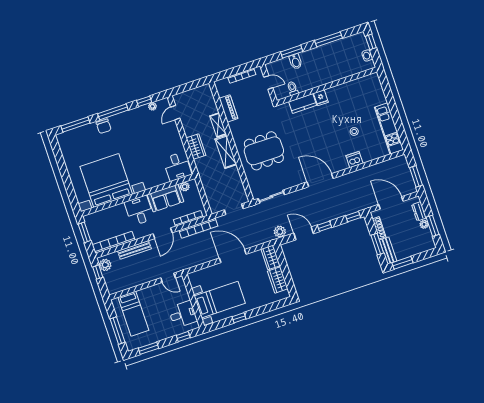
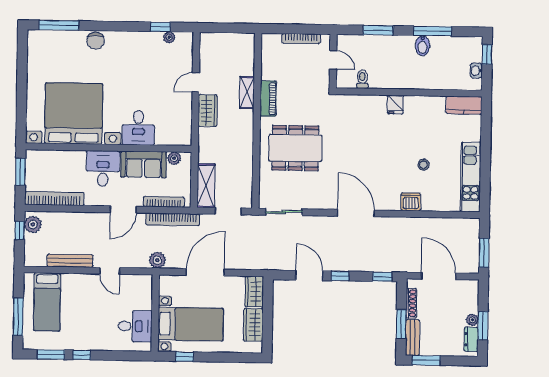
bidet: (296, 62) -> (423, 46), moved
kitchen counter: (303, 103) -> (464, 105), moved
piano: (229, 108) -> (268, 99), moved
window: (113, 112) -> (114, 26), removed
door: (175, 113) -> (196, 82), moved
shelving: (226, 152) -> (206, 186), moved
desk: (177, 166) -> (138, 128), moved
dresser: (419, 211) -> (471, 339), moved
plant: (280, 232) -> (157, 260), moved
bench: (134, 250) -> (70, 261), moved
door: (233, 256) -> (205, 272), hinge flipped
bed with nightstands: (220, 300) -> (191, 324), moved
wall: (193, 301) -> (155, 313), moved
desk: (183, 314) -> (135, 326), moved
window: (183, 337) -> (82, 355), moved

